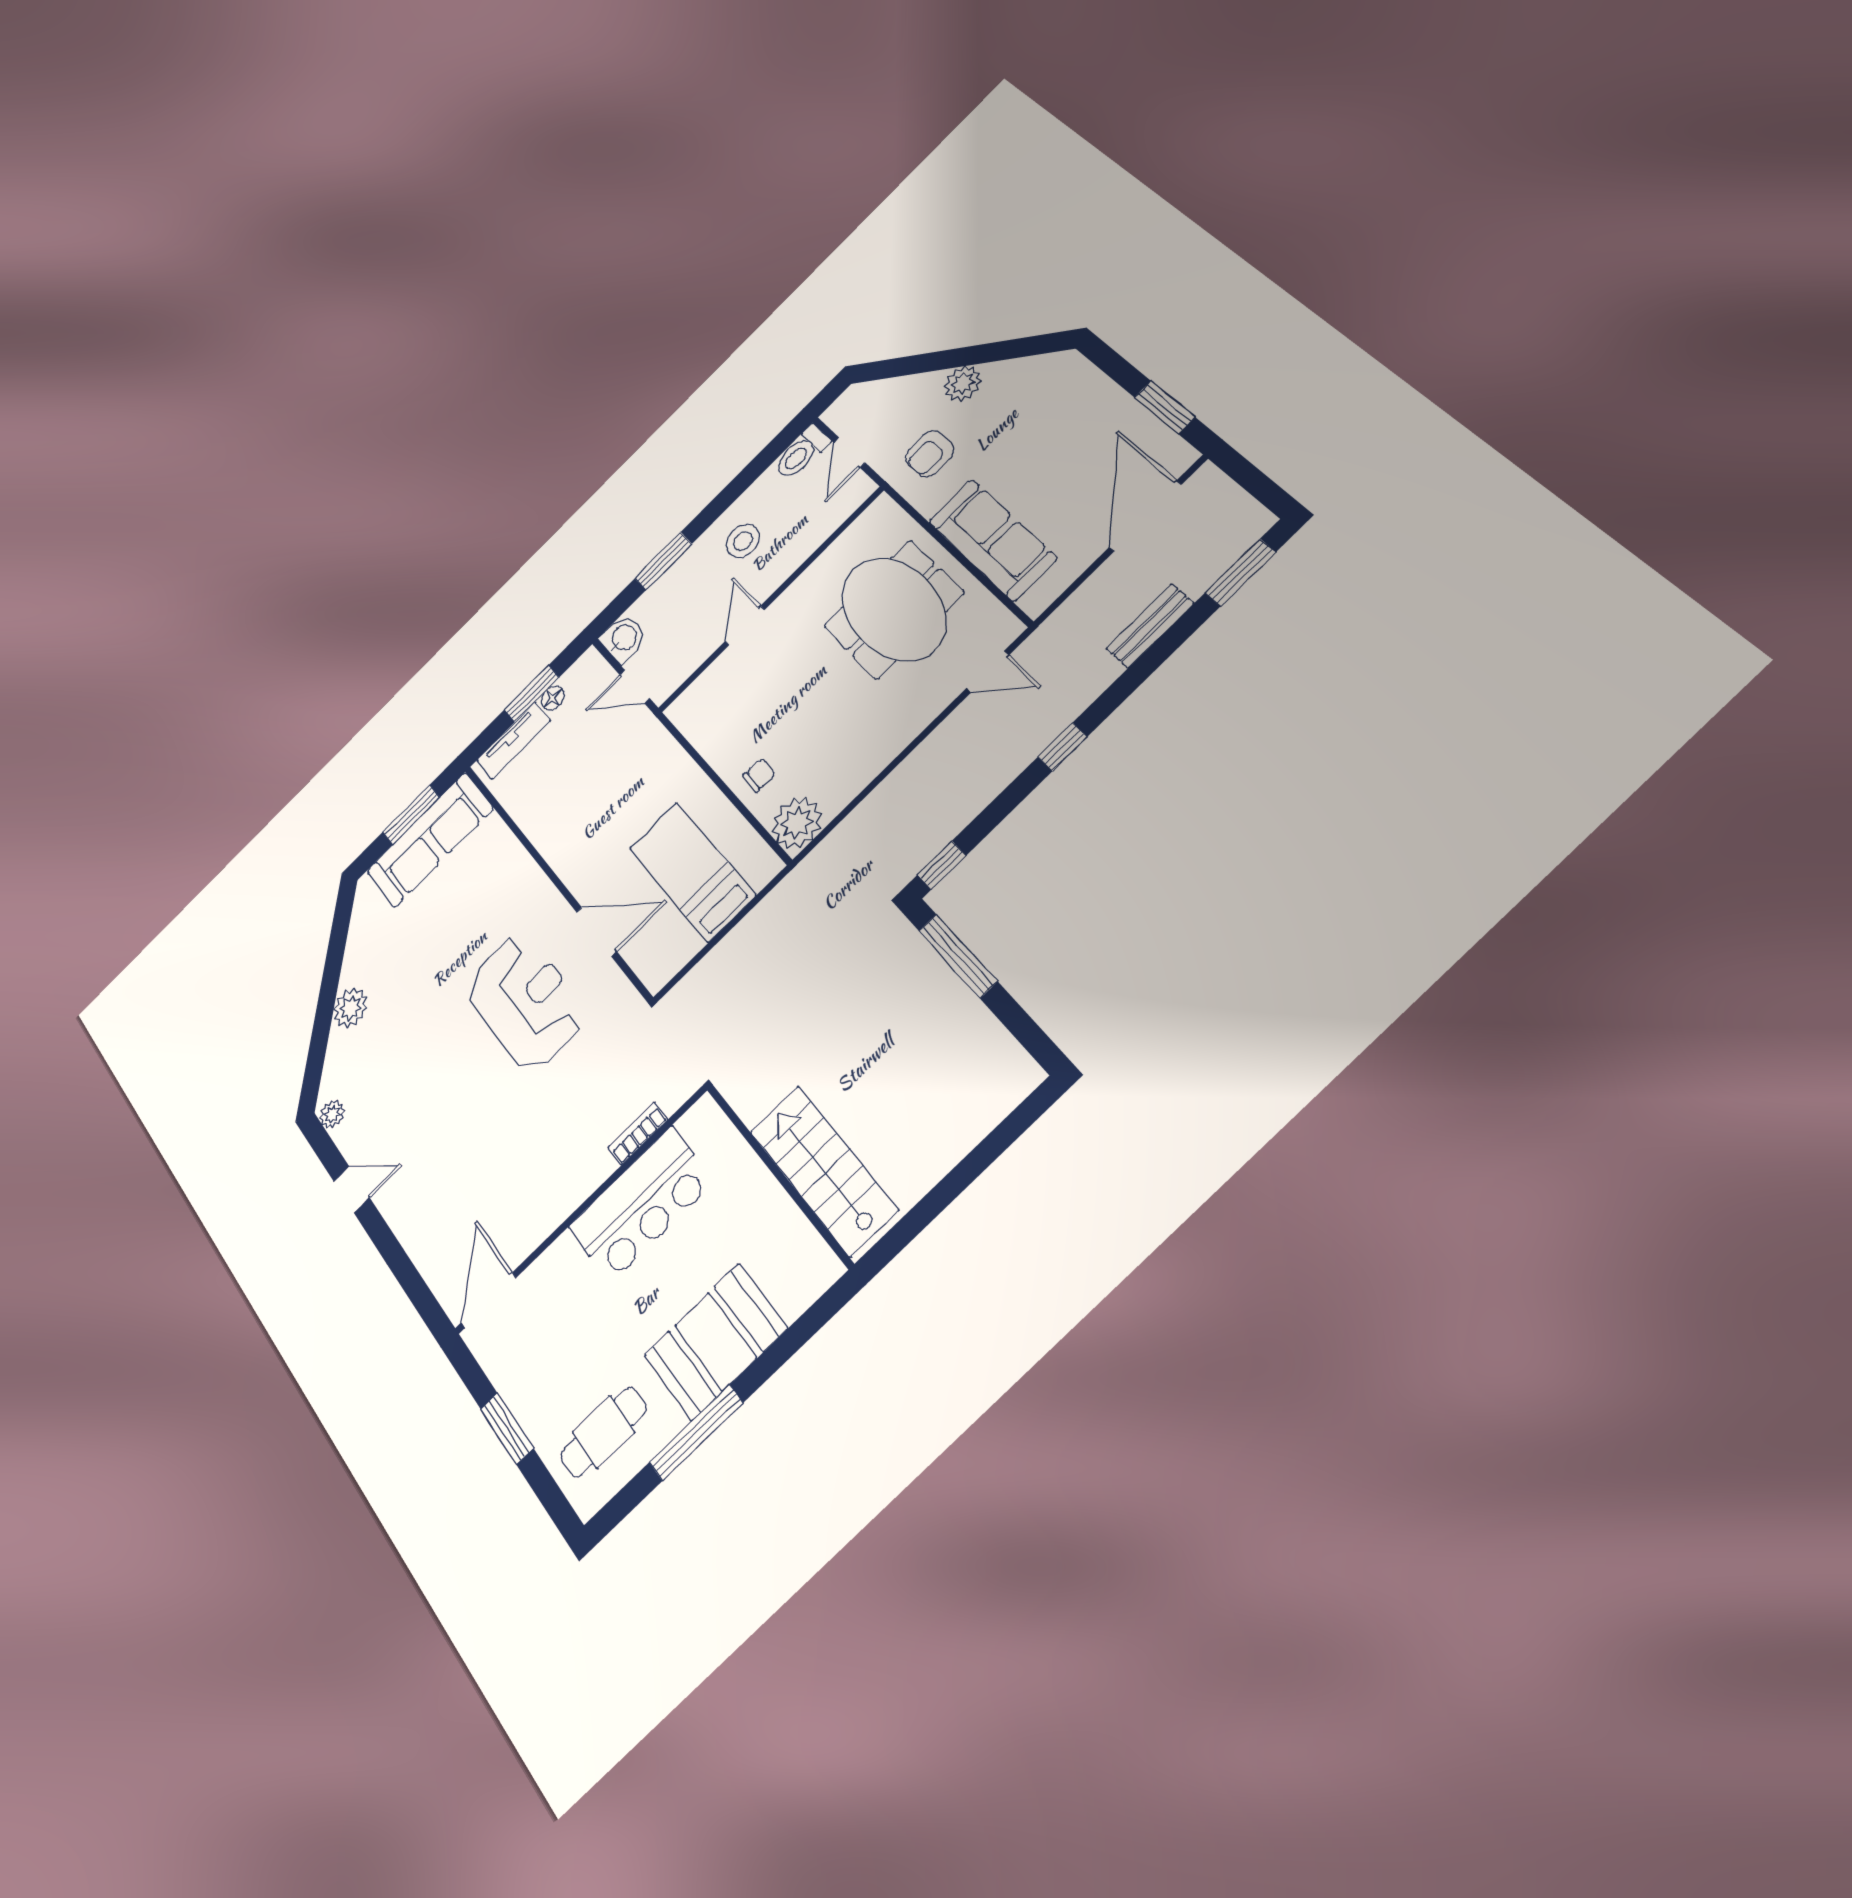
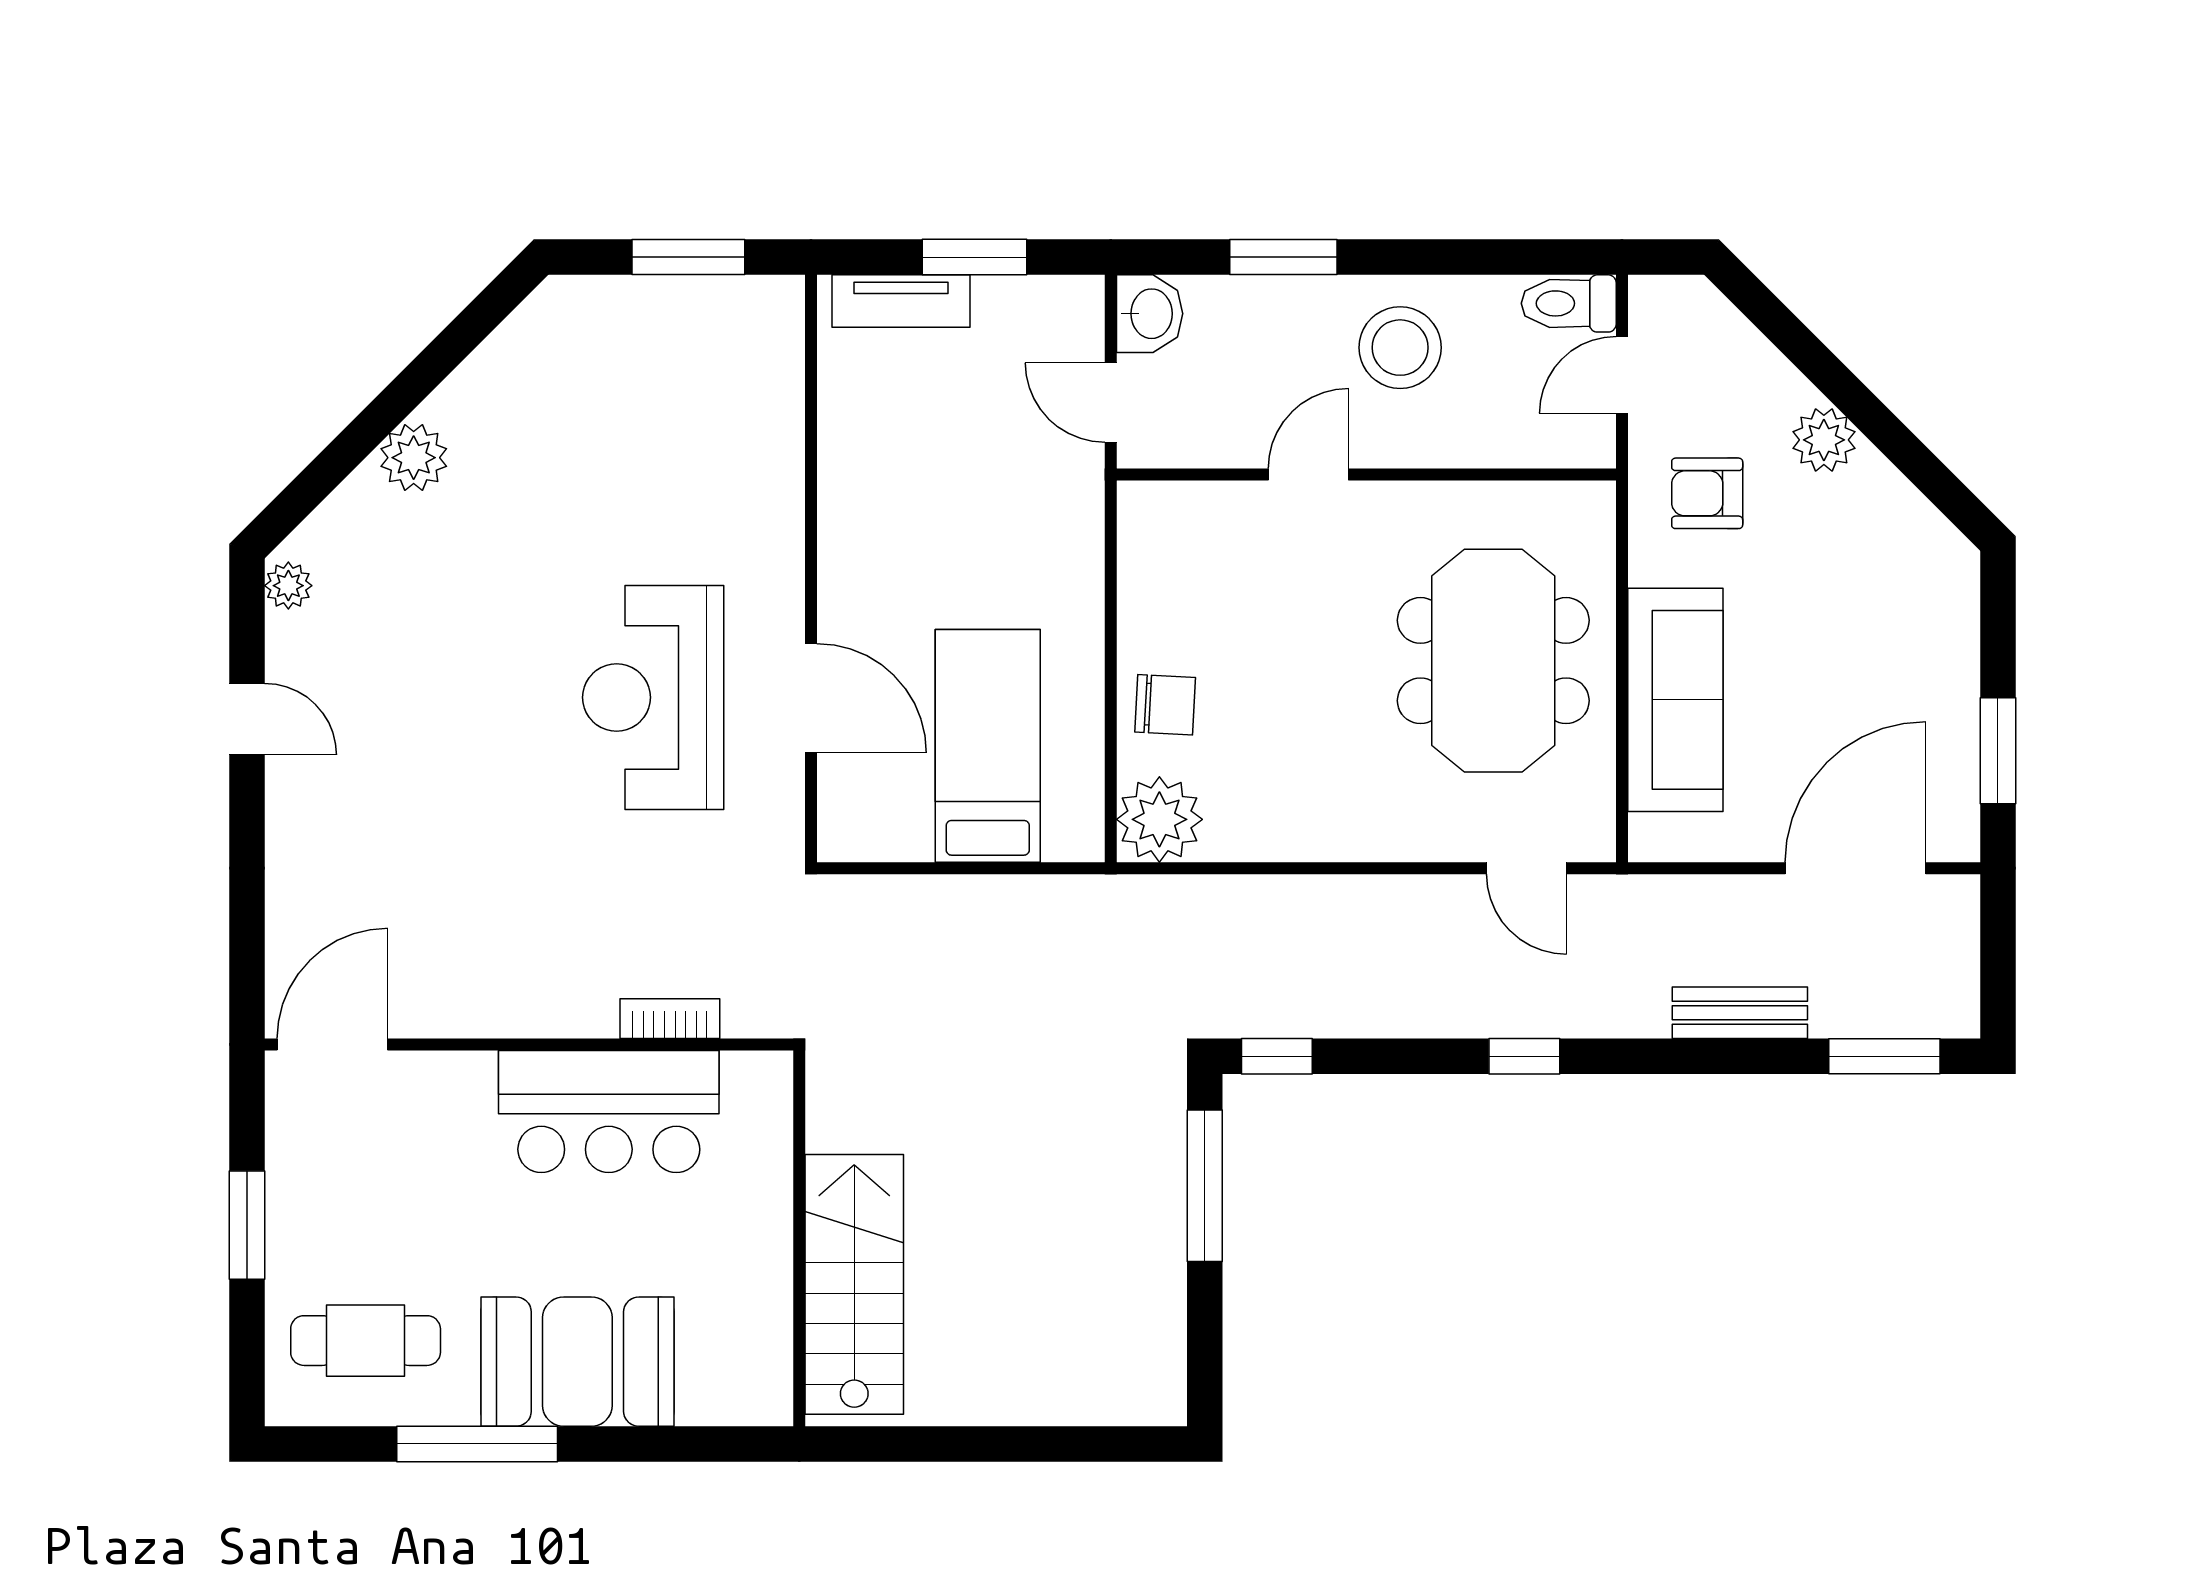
stool: (743, 541) -> (1400, 348), width x1.38, depth x1.38
floor lamp: (553, 698) -> (996, 296), removed
chair: (759, 775) -> (1165, 705), width x1.37, depth x1.37
sofa: (430, 840) -> (688, 325), removed
reception desk: (525, 1002) -> (653, 697), turned 180

